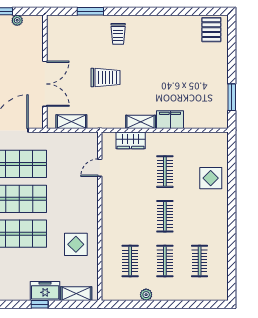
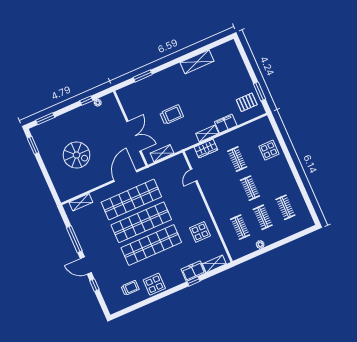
shelving: (168, 24) -> (197, 62), added
pallet: (211, 30) -> (247, 102), moved, turned 90
trolley: (118, 34) -> (167, 83), removed

